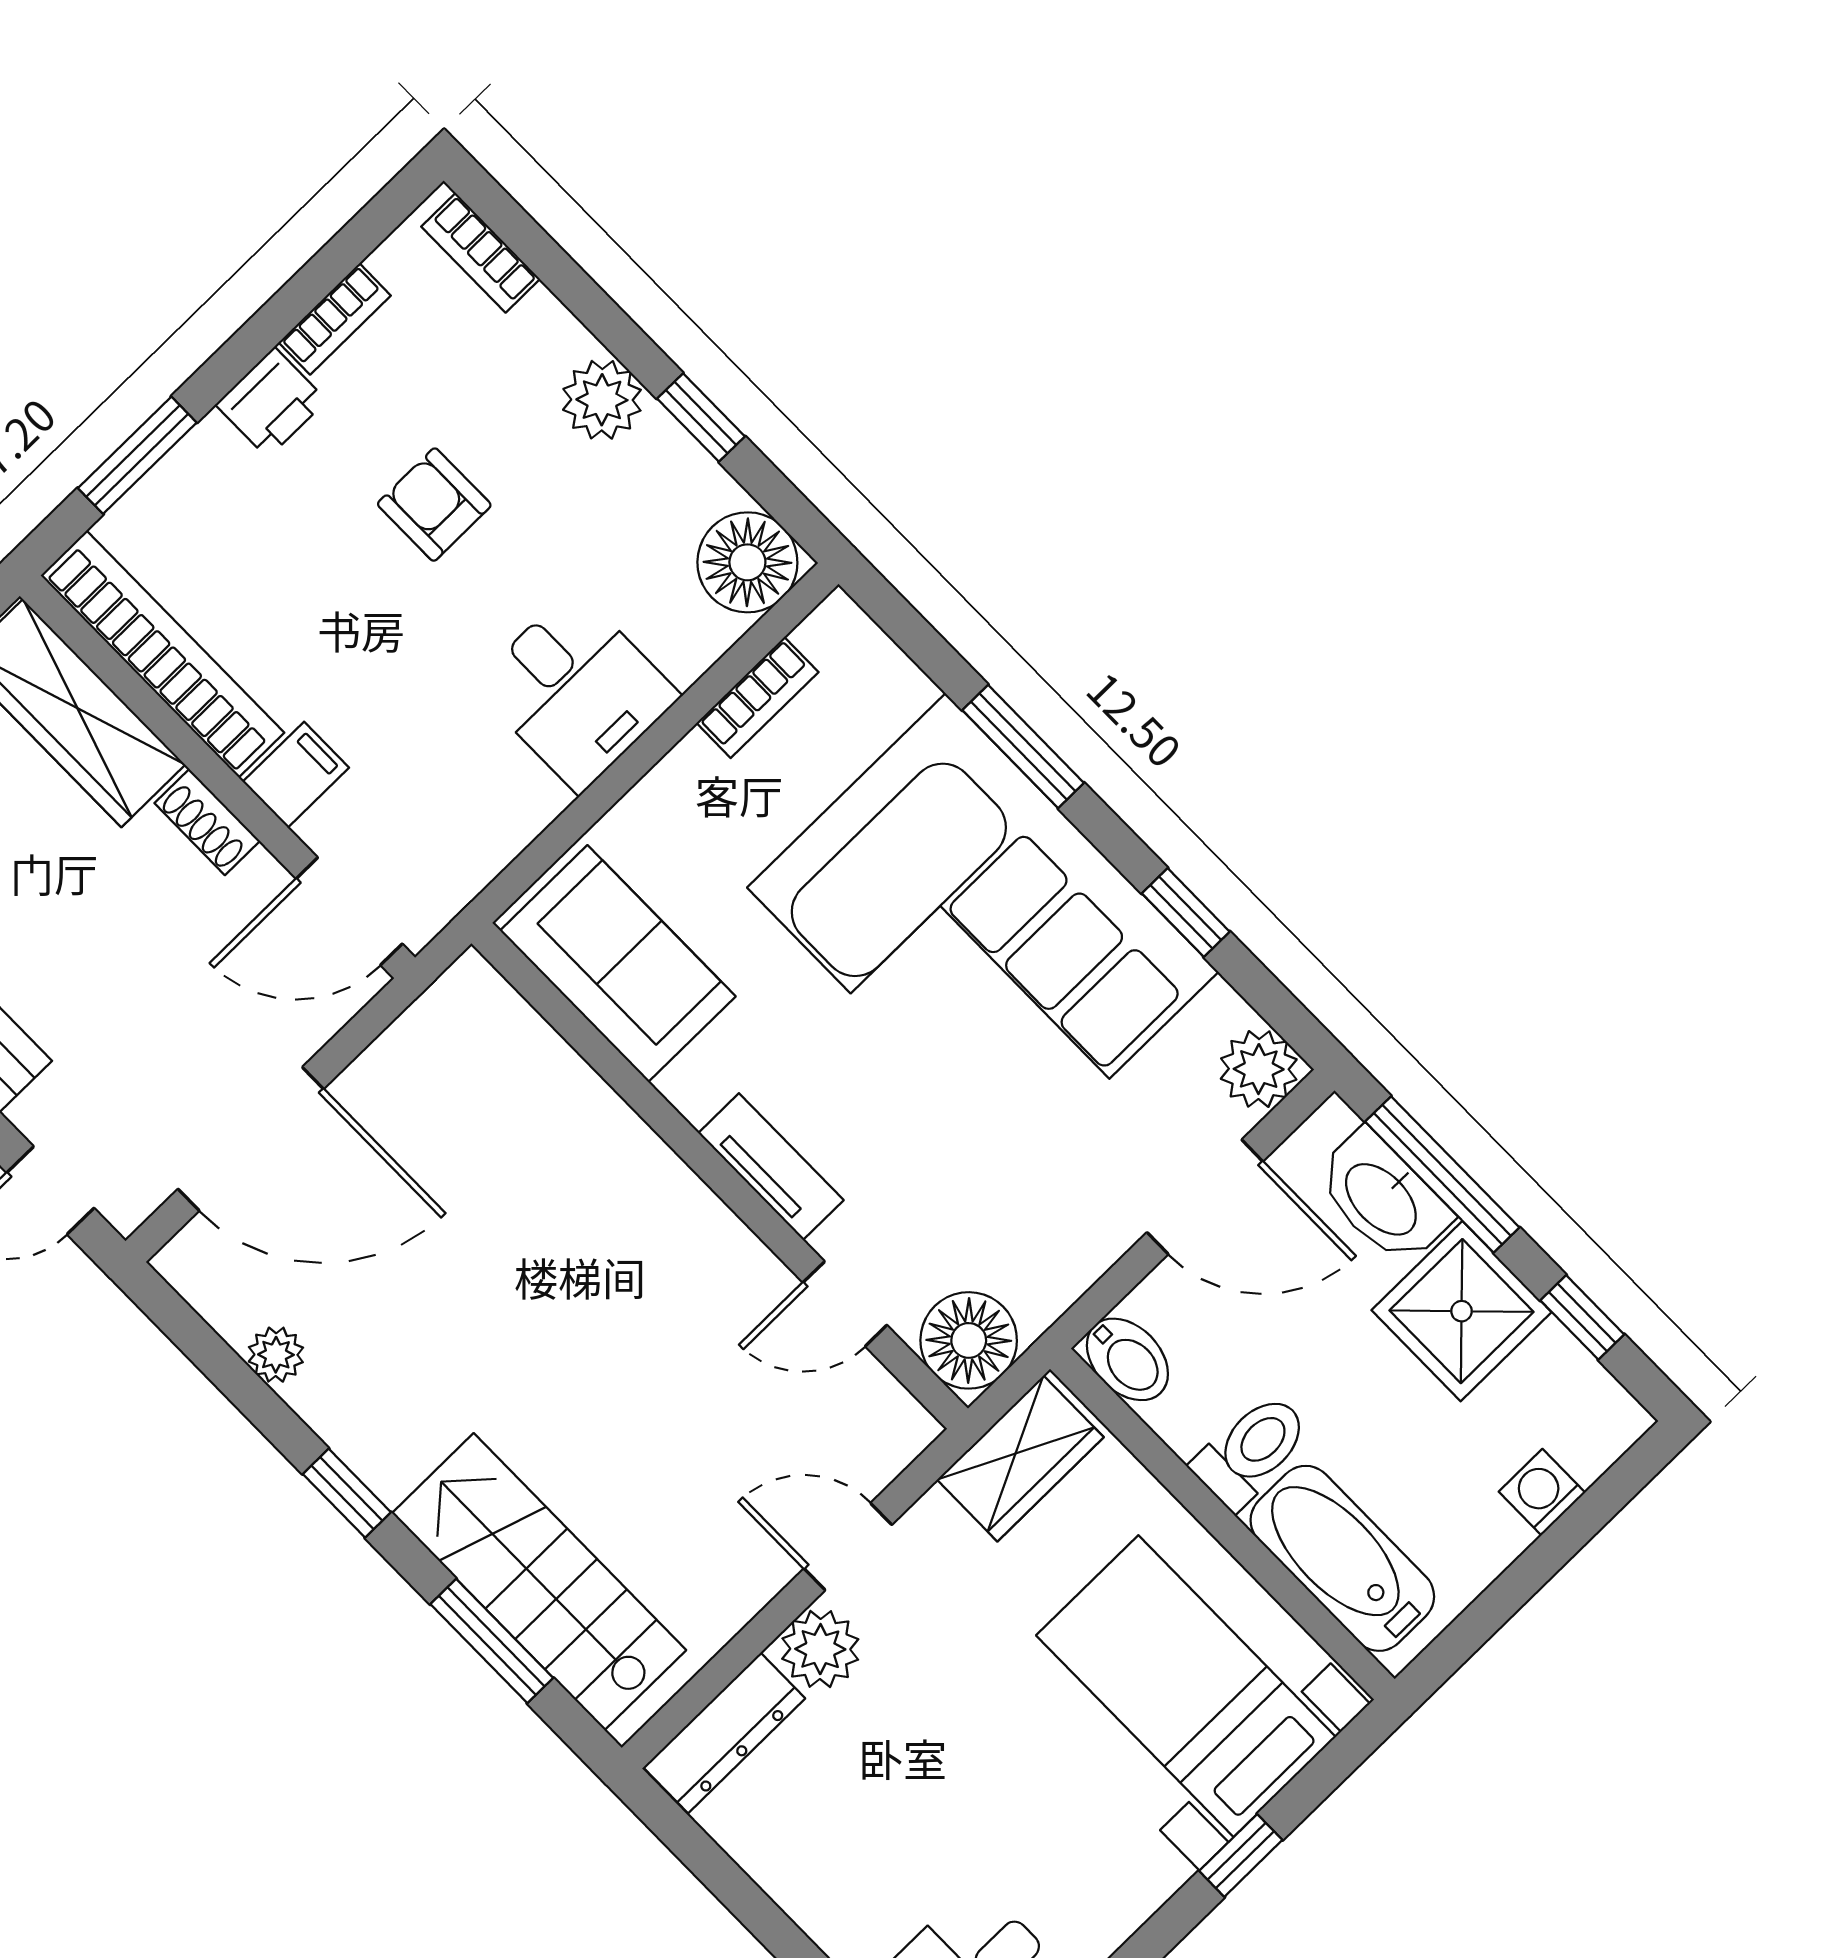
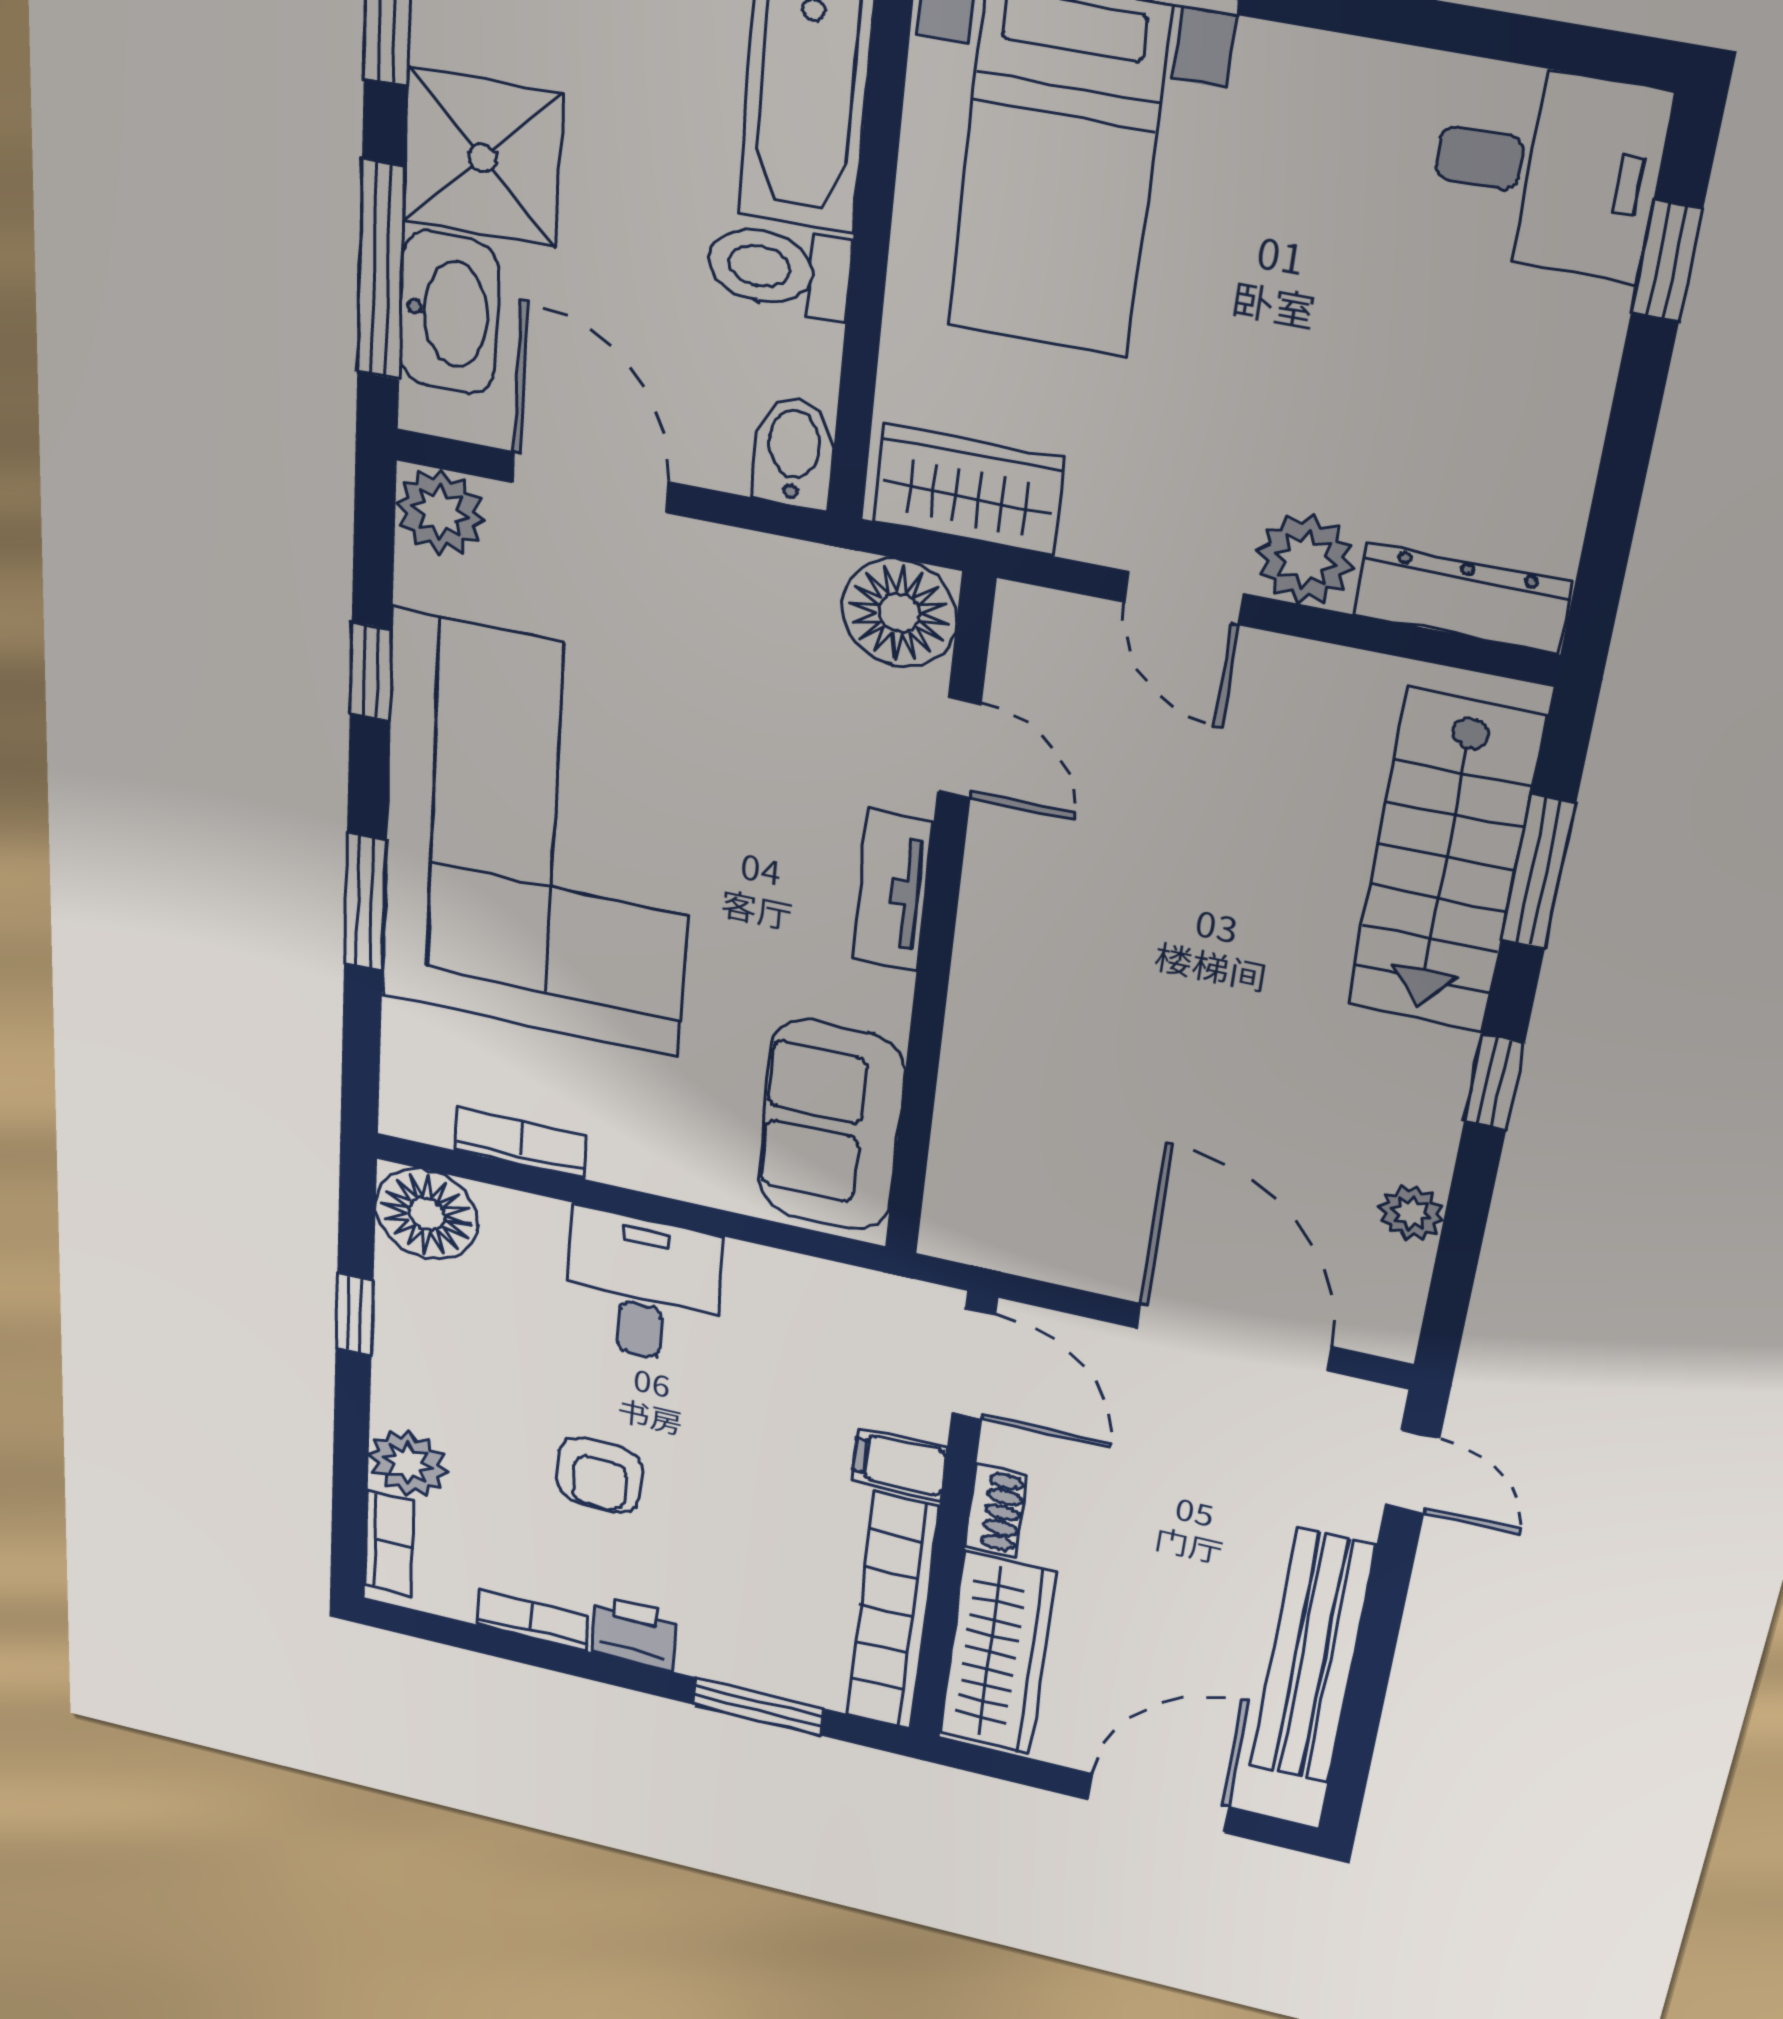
plant: (602, 400) -> (408, 1463), moved

